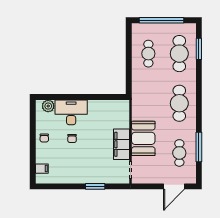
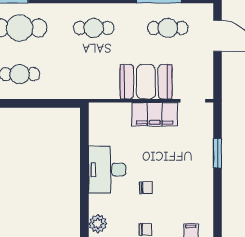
cafe table: (179, 103) -> (94, 28), width x0.73, depth x0.74
desk: (71, 112) -> (107, 170), moved

